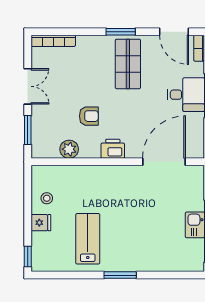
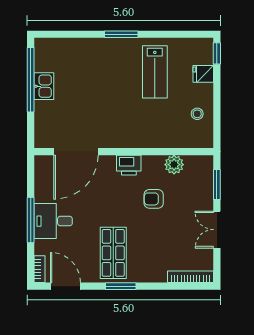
fridge: (41, 223) -> (203, 74), moved

